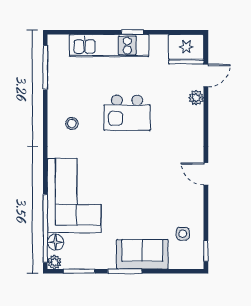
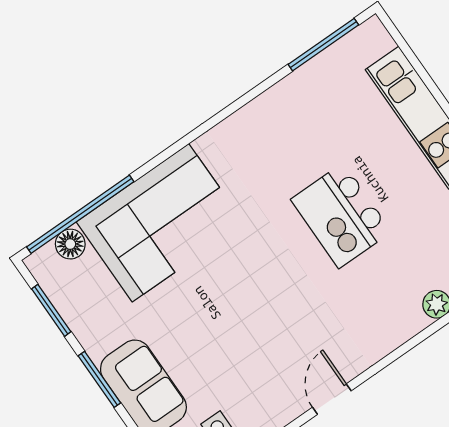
stool: (72, 123) -> (267, 144), removed
plant: (54, 262) -> (39, 263), removed

